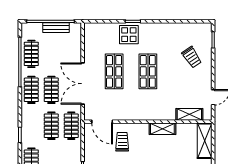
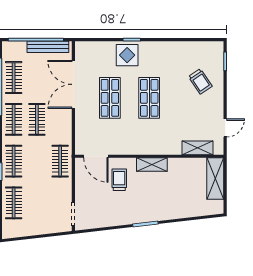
bench: (56, 28) -> (48, 47), width x1.36
double door: (83, 84) -> (73, 84), moved
clothes rail: (51, 126) -> (14, 161), moved
shelving: (162, 129) -> (152, 165), moved

